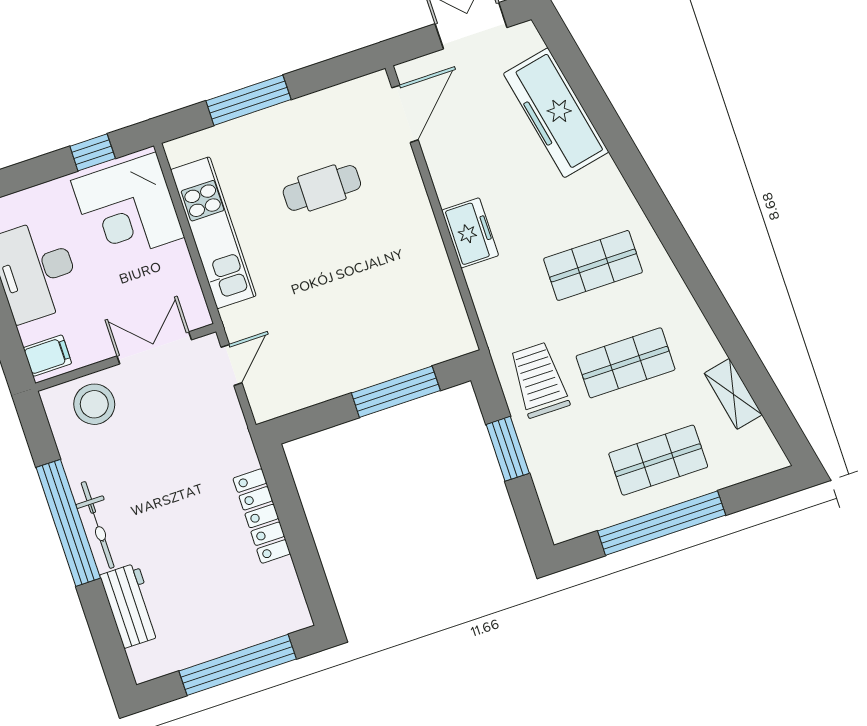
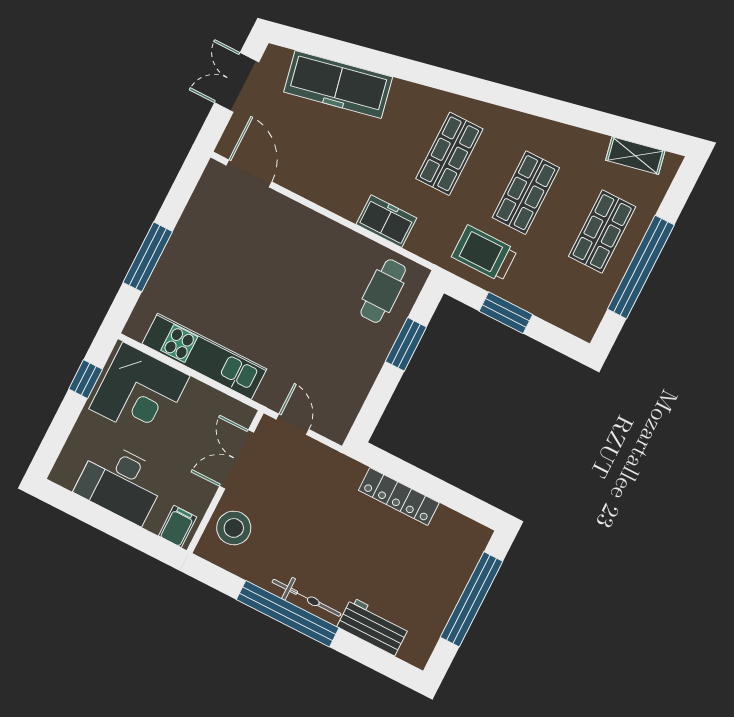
cafe table: (322, 188) -> (383, 291), moved
freezer: (470, 233) -> (386, 221), moved
window: (396, 392) -> (406, 344), width x0.69
shelving: (733, 394) -> (635, 156), moved

